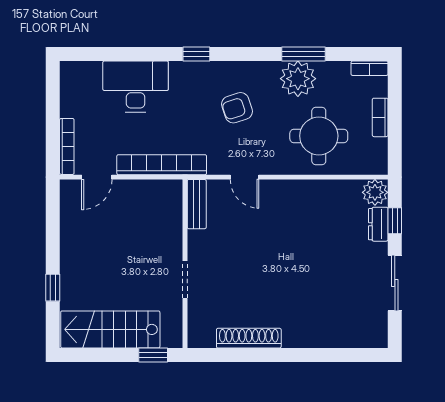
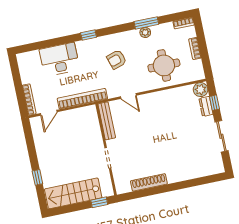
plant: (298, 79) -> (145, 32), width x0.53, depth x0.53
bench: (197, 204) -> (107, 121), width x1.36

